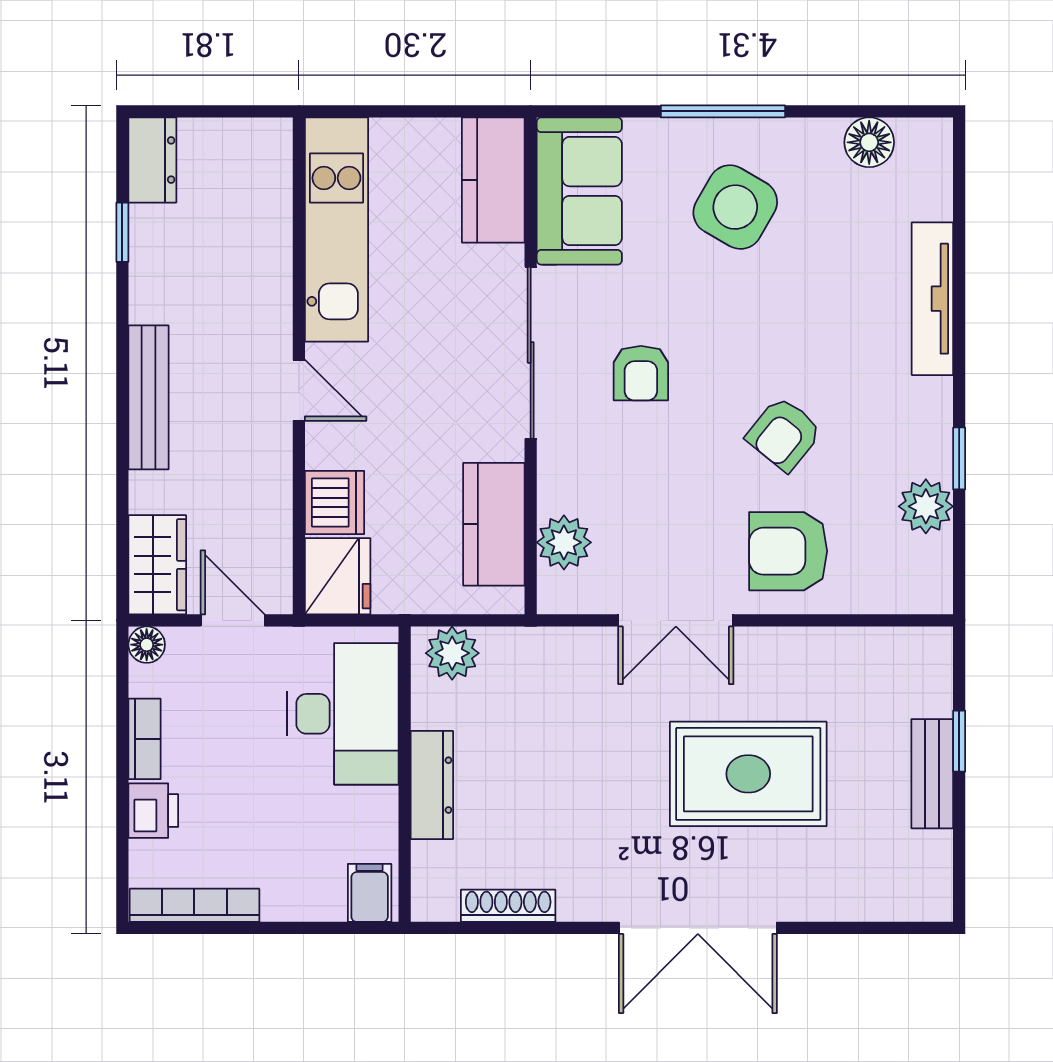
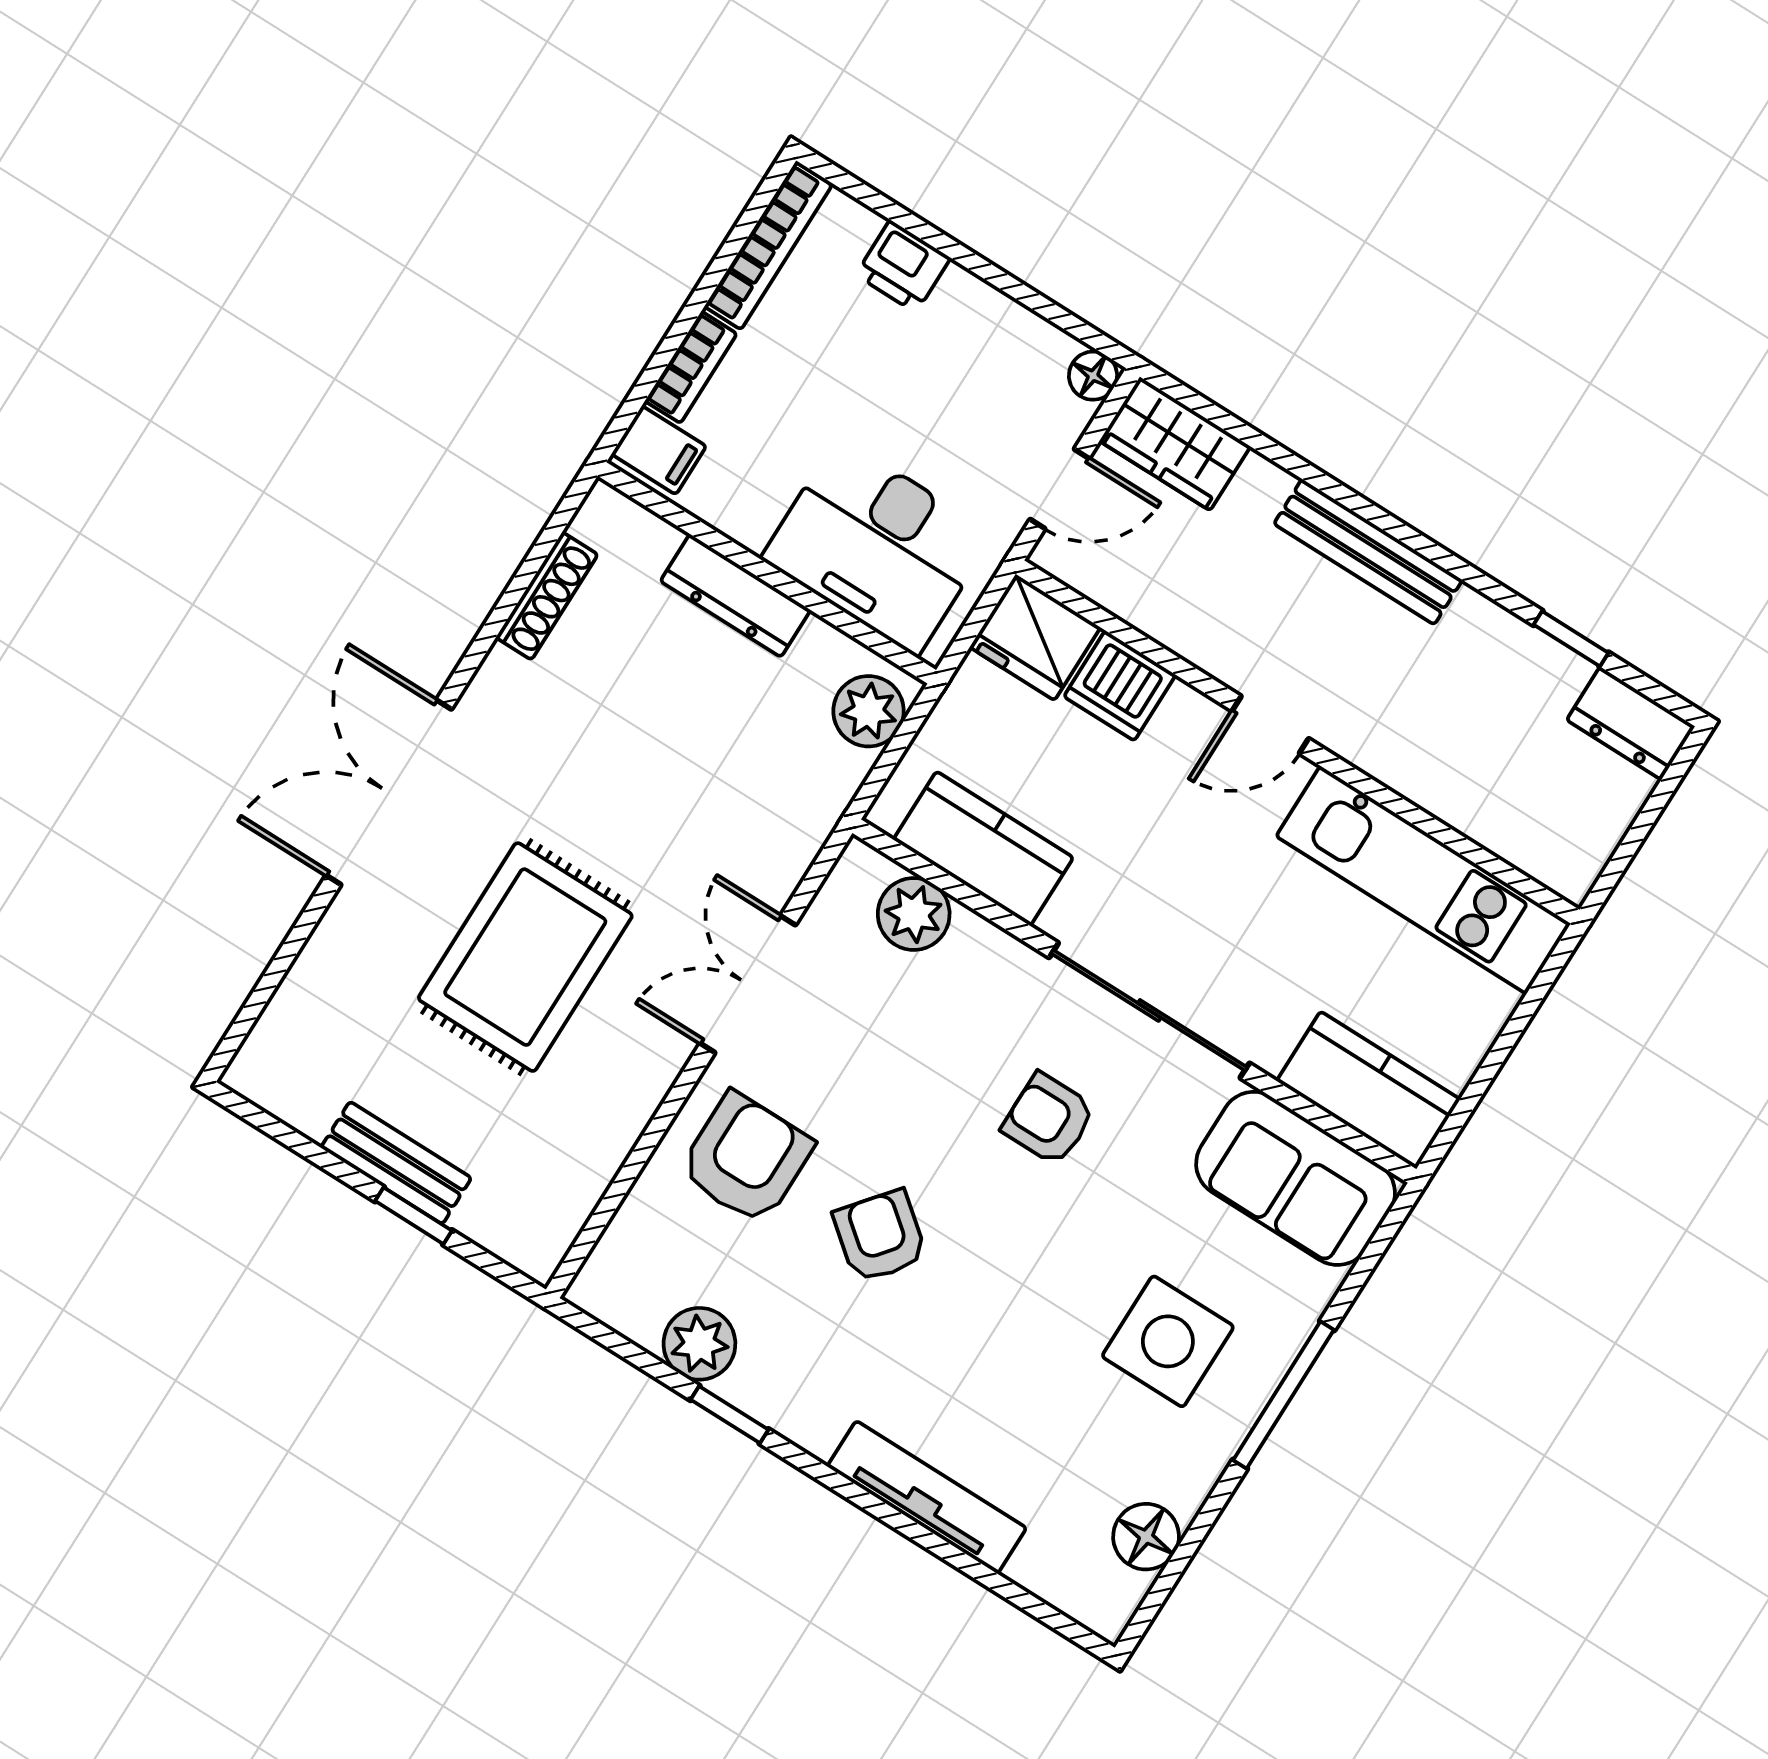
side table: (735, 207) -> (1168, 1341), turned -30
bookcase: (145, 739) -> (691, 367), moved, turned -90

